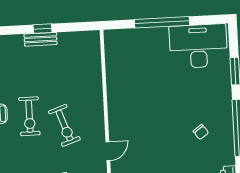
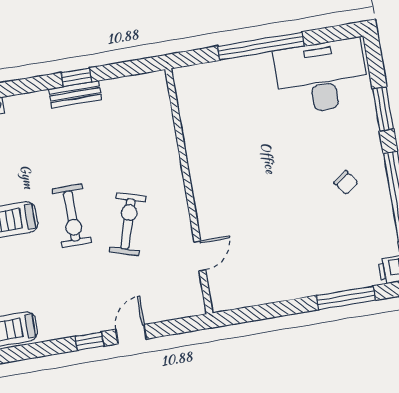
exercise bike: (64, 126) -> (128, 224), turned -144
chair: (201, 132) -> (346, 183), moved

